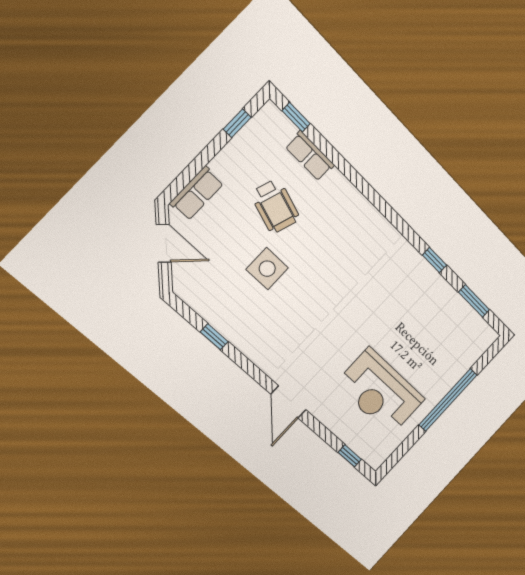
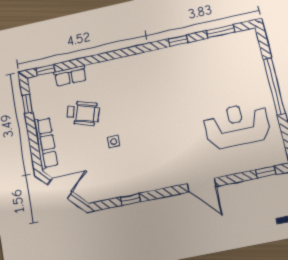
row of seats: (197, 193) -> (46, 143), width x1.48
side table: (267, 269) -> (114, 142), width x0.54, depth x0.54
reception desk: (380, 392) -> (237, 125), turned 180

